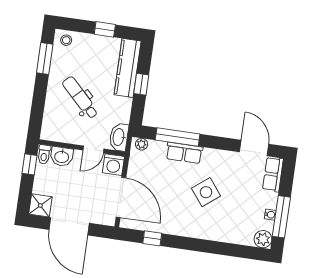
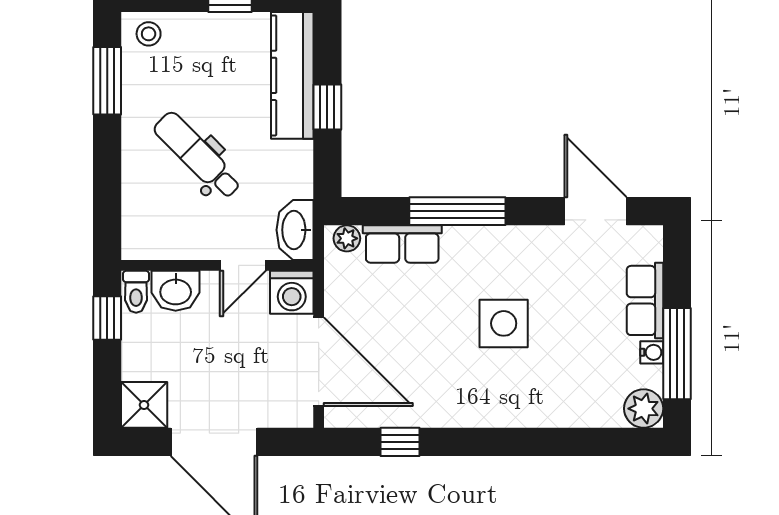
window: (178, 137) -> (457, 211), moved
row of seats: (184, 153) -> (402, 244), moved
row of seats: (273, 174) -> (645, 300), moved
side table: (206, 192) -> (504, 323), turned 38

